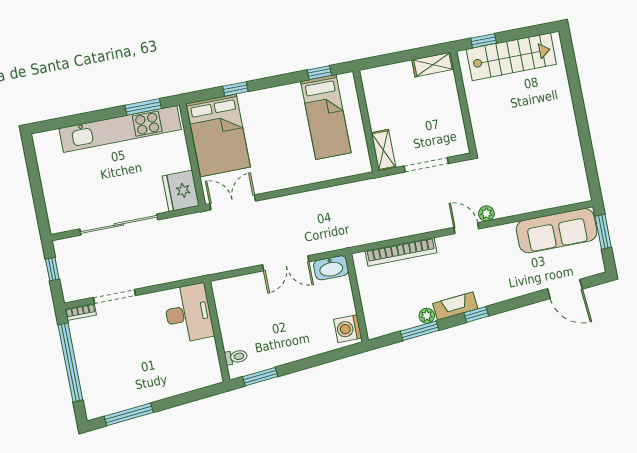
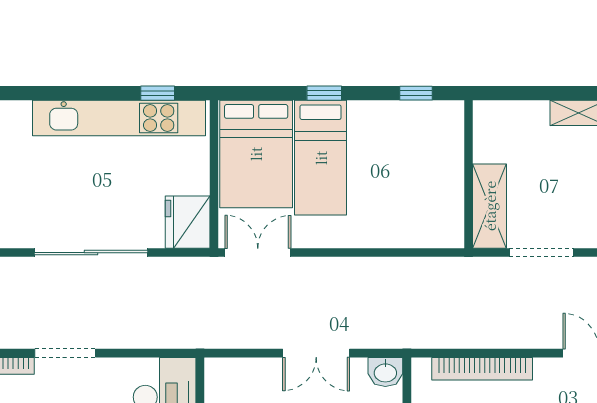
window: (235, 89) -> (324, 93), moved
window: (143, 107) -> (158, 93), width x0.67
bed: (326, 117) -> (321, 158), moved
shelving: (384, 150) -> (490, 206), width x1.50, depth x1.33
washbasin: (331, 268) -> (385, 372), width x0.72

